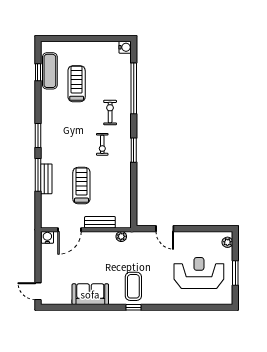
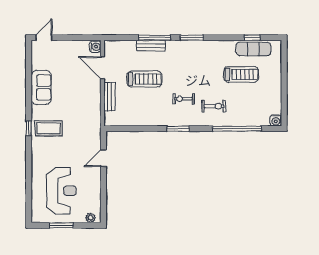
plant: (121, 236) -> (96, 117), removed

